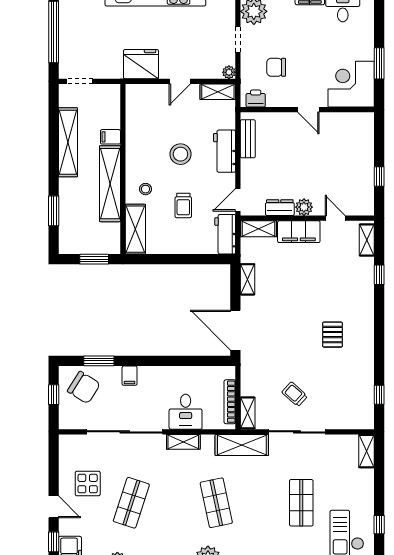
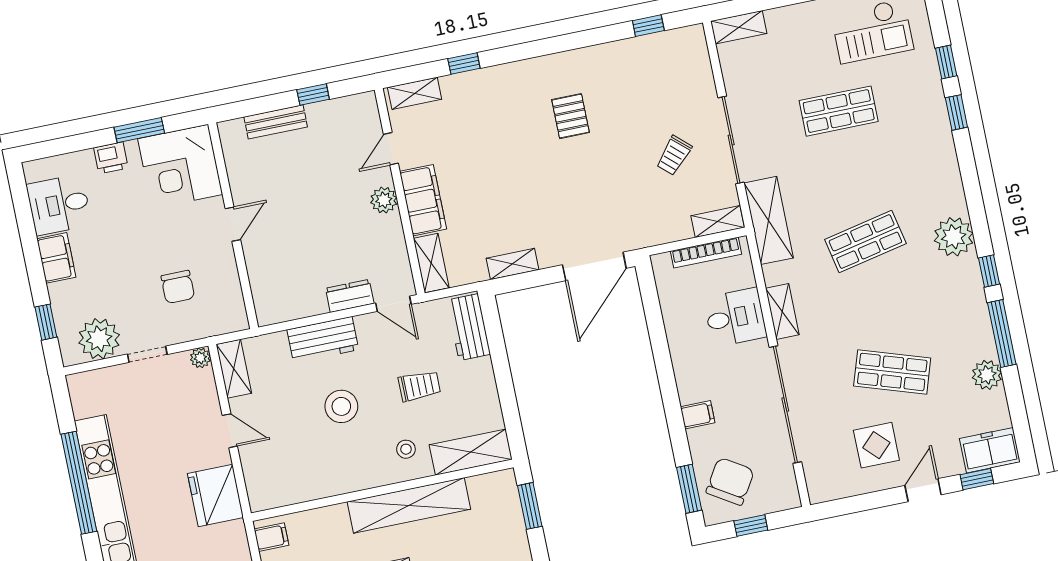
printer: (256, 99) -> (111, 158), moved, turned -90
filing cabinet: (110, 137) -> (271, 537), moved, turned -90
bench: (248, 139) -> (276, 122), moved
dresser: (280, 208) -> (350, 296), moved, turned 90
workbench: (225, 234) -> (469, 327), moved, turned 90
pallet: (332, 335) -> (571, 116), turned 90
window: (99, 361) -> (689, 489), moved

